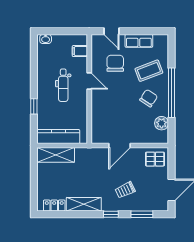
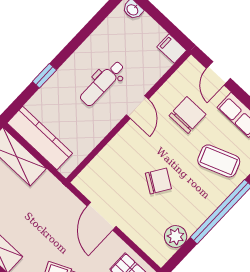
filing cabinet: (80, 51) -> (172, 49), moved
chair: (149, 98) -> (158, 181), moved
door: (120, 146) -> (102, 216), hinge flipped

